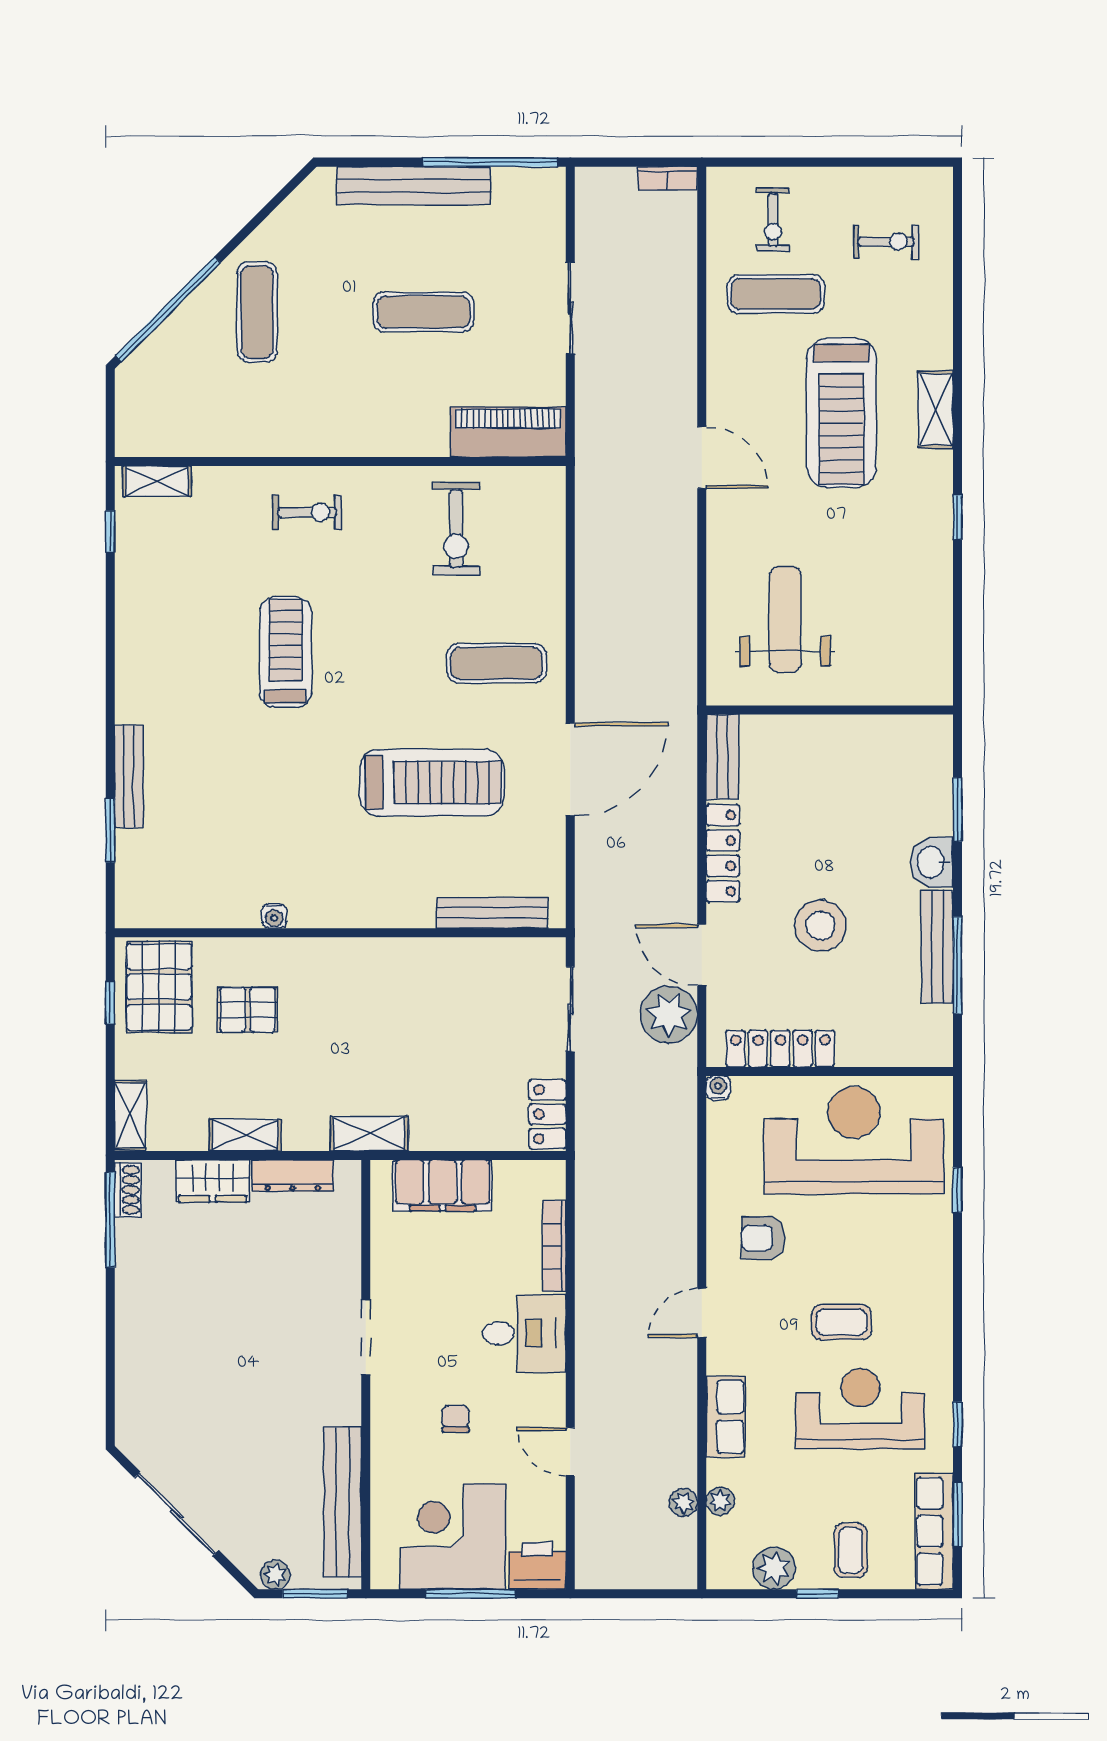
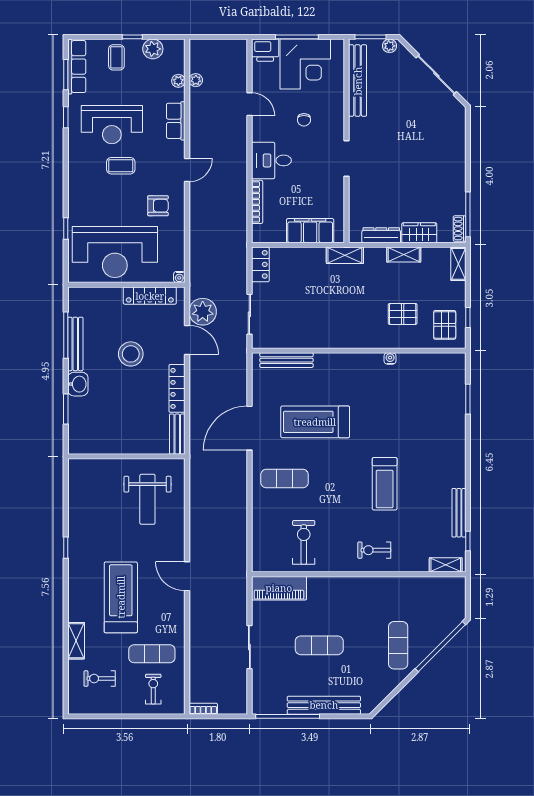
shelving: (936, 410) -> (76, 641), moved
bench: (129, 776) -> (459, 513), moved
pallet: (159, 987) -> (445, 325), width x0.67, depth x0.71

